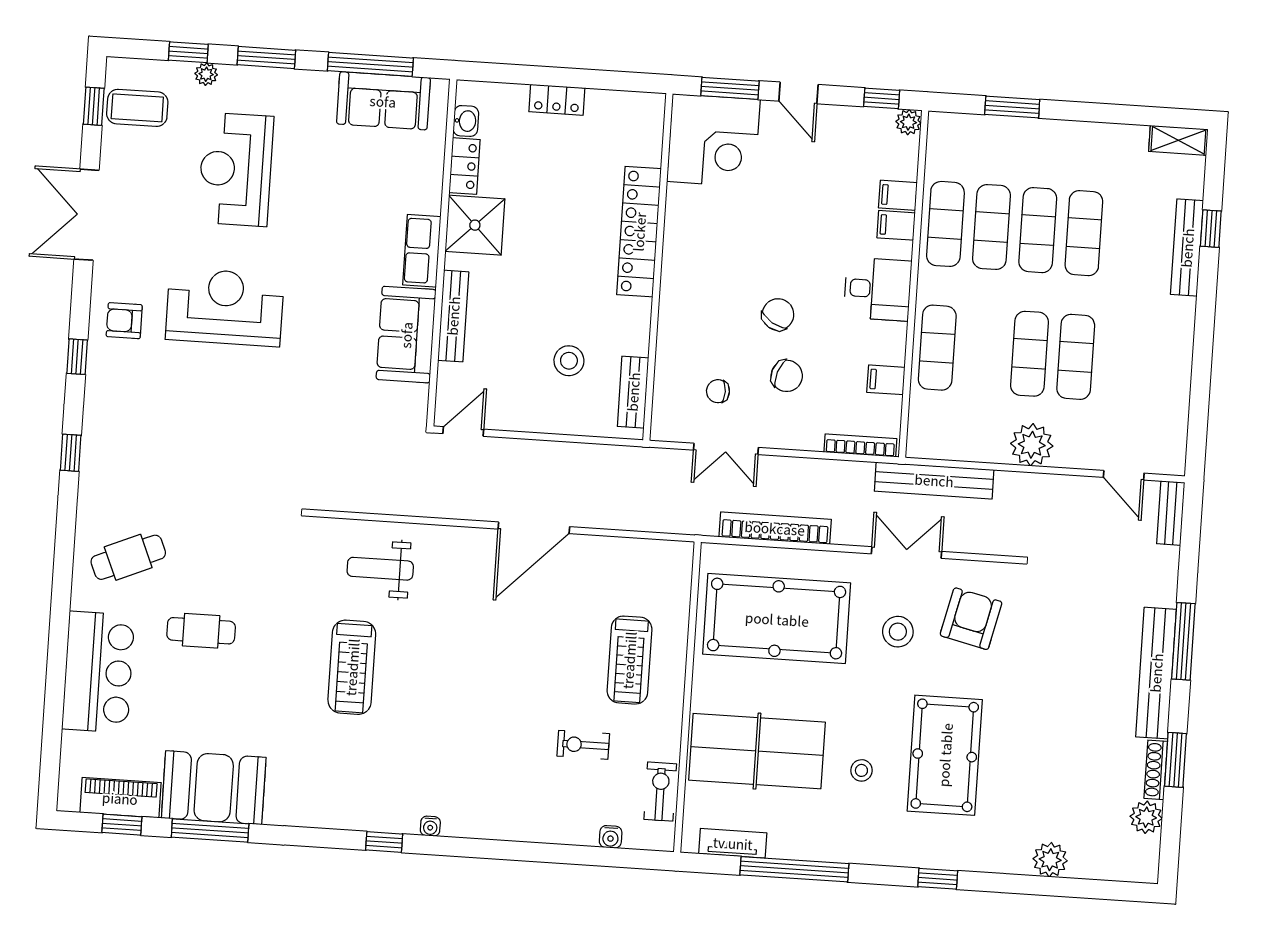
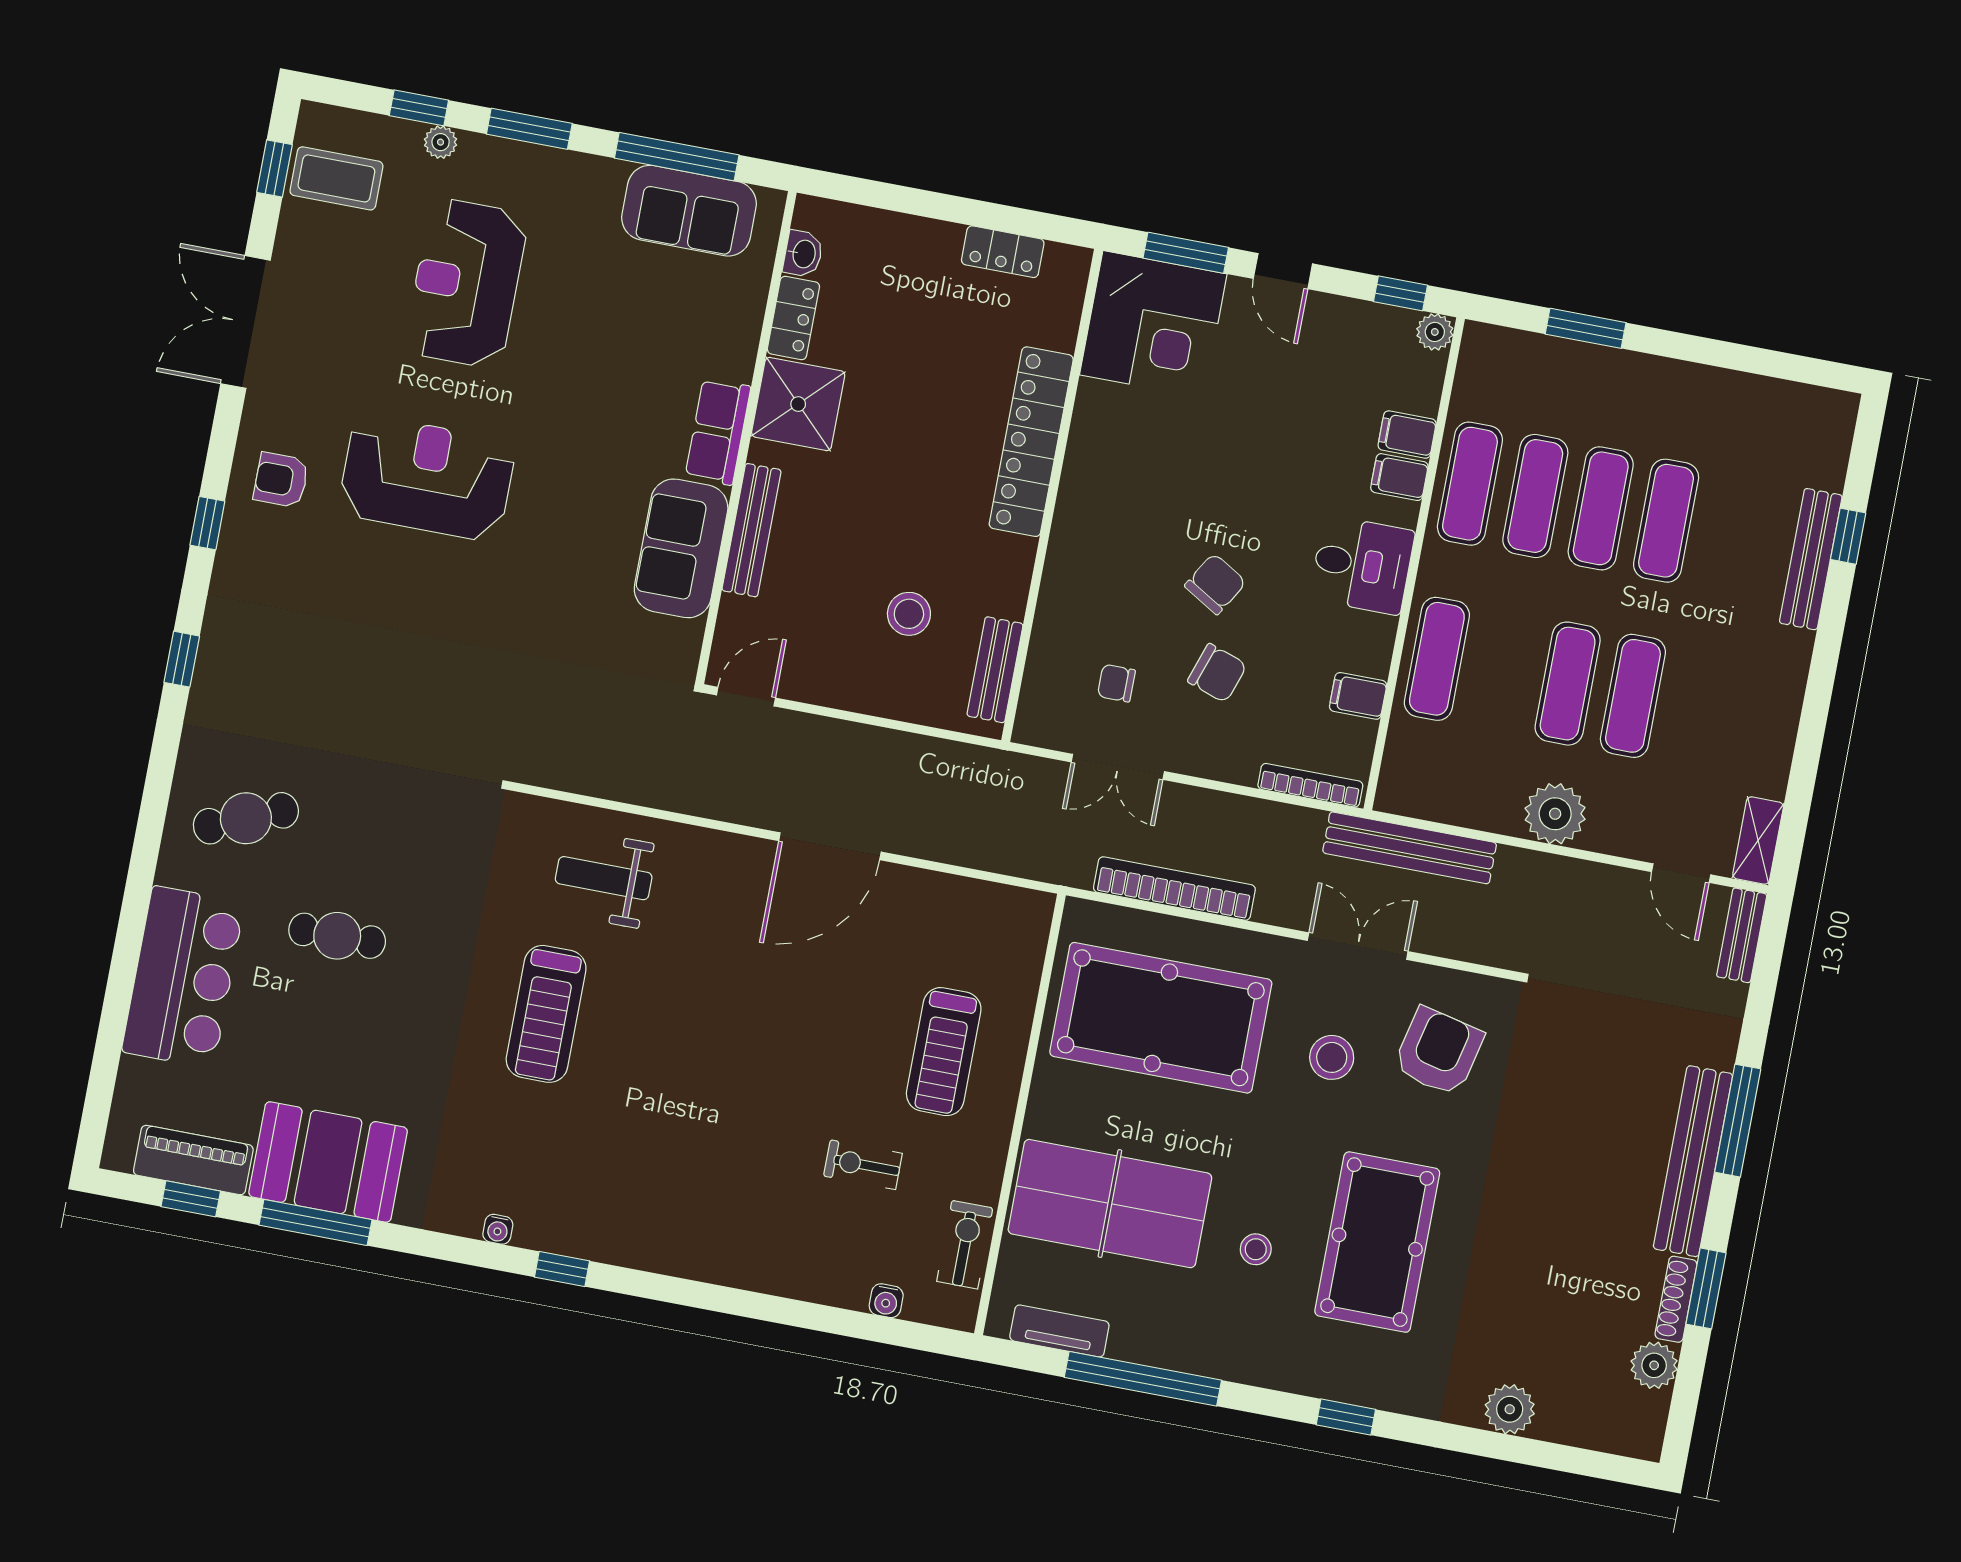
locker: (557, 100) -> (1003, 252), moved
shelving: (1178, 140) -> (1758, 840), moved, turned 90
water cooler: (430, 826) -> (498, 1229), moved

